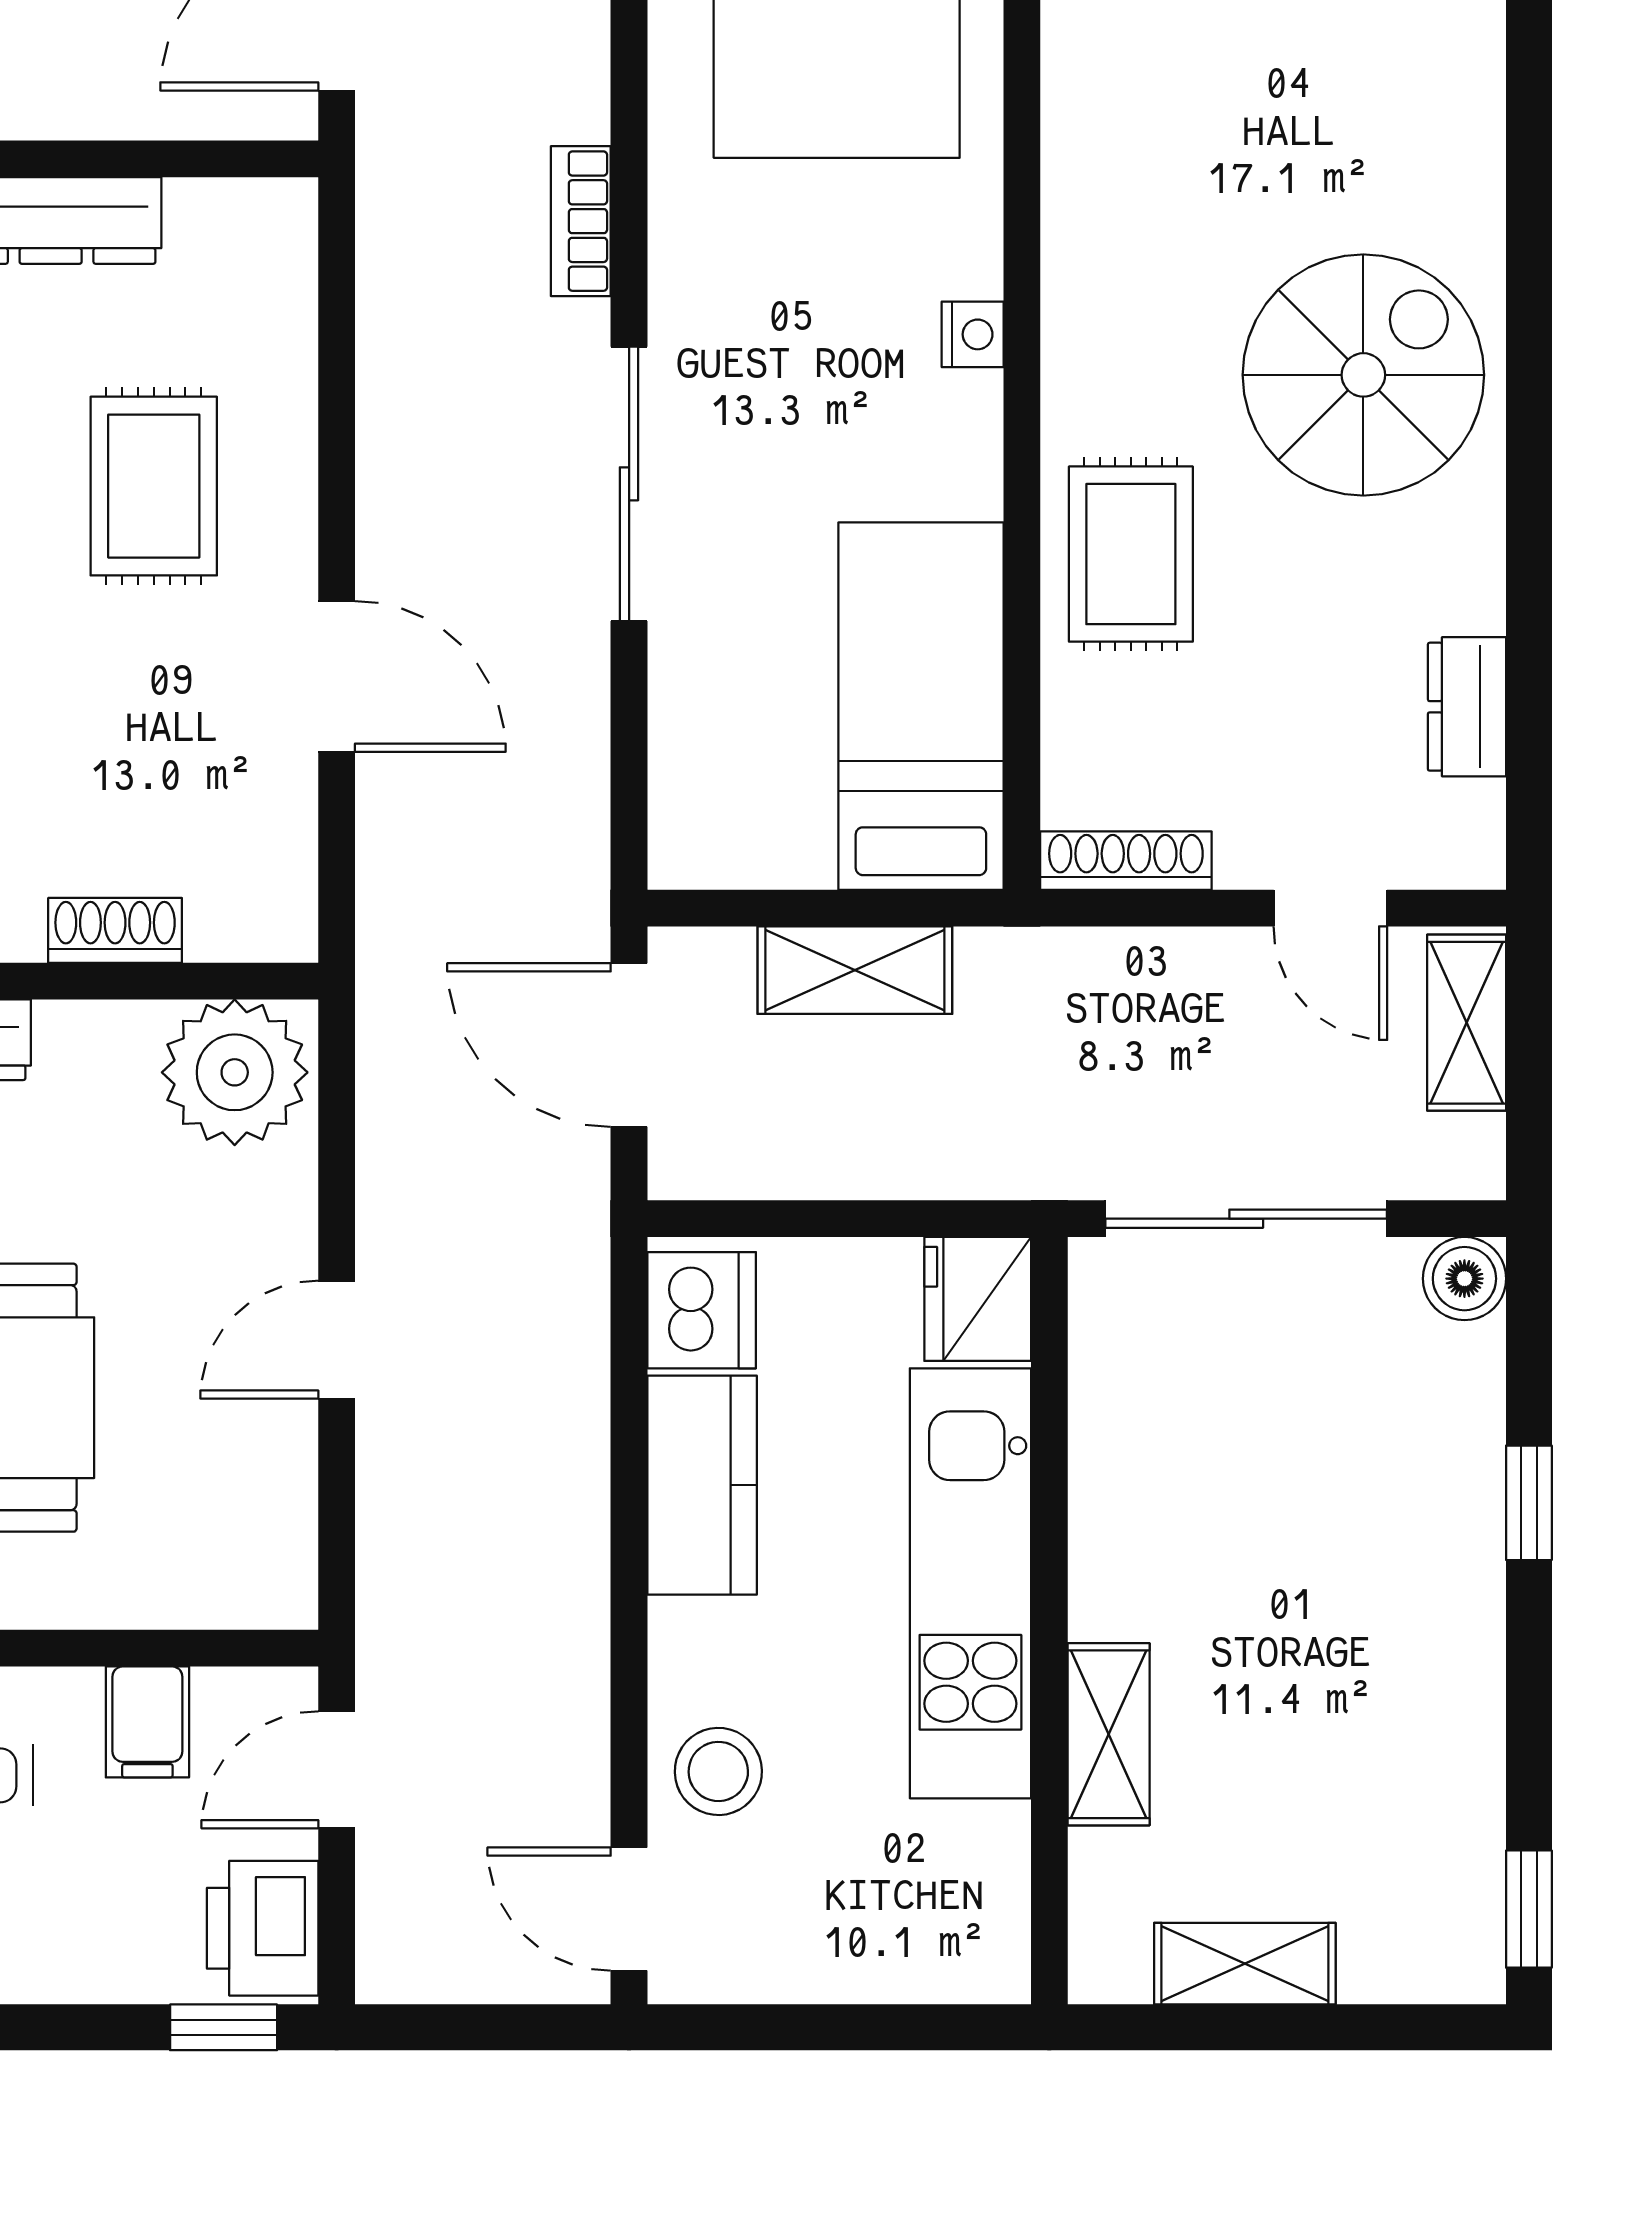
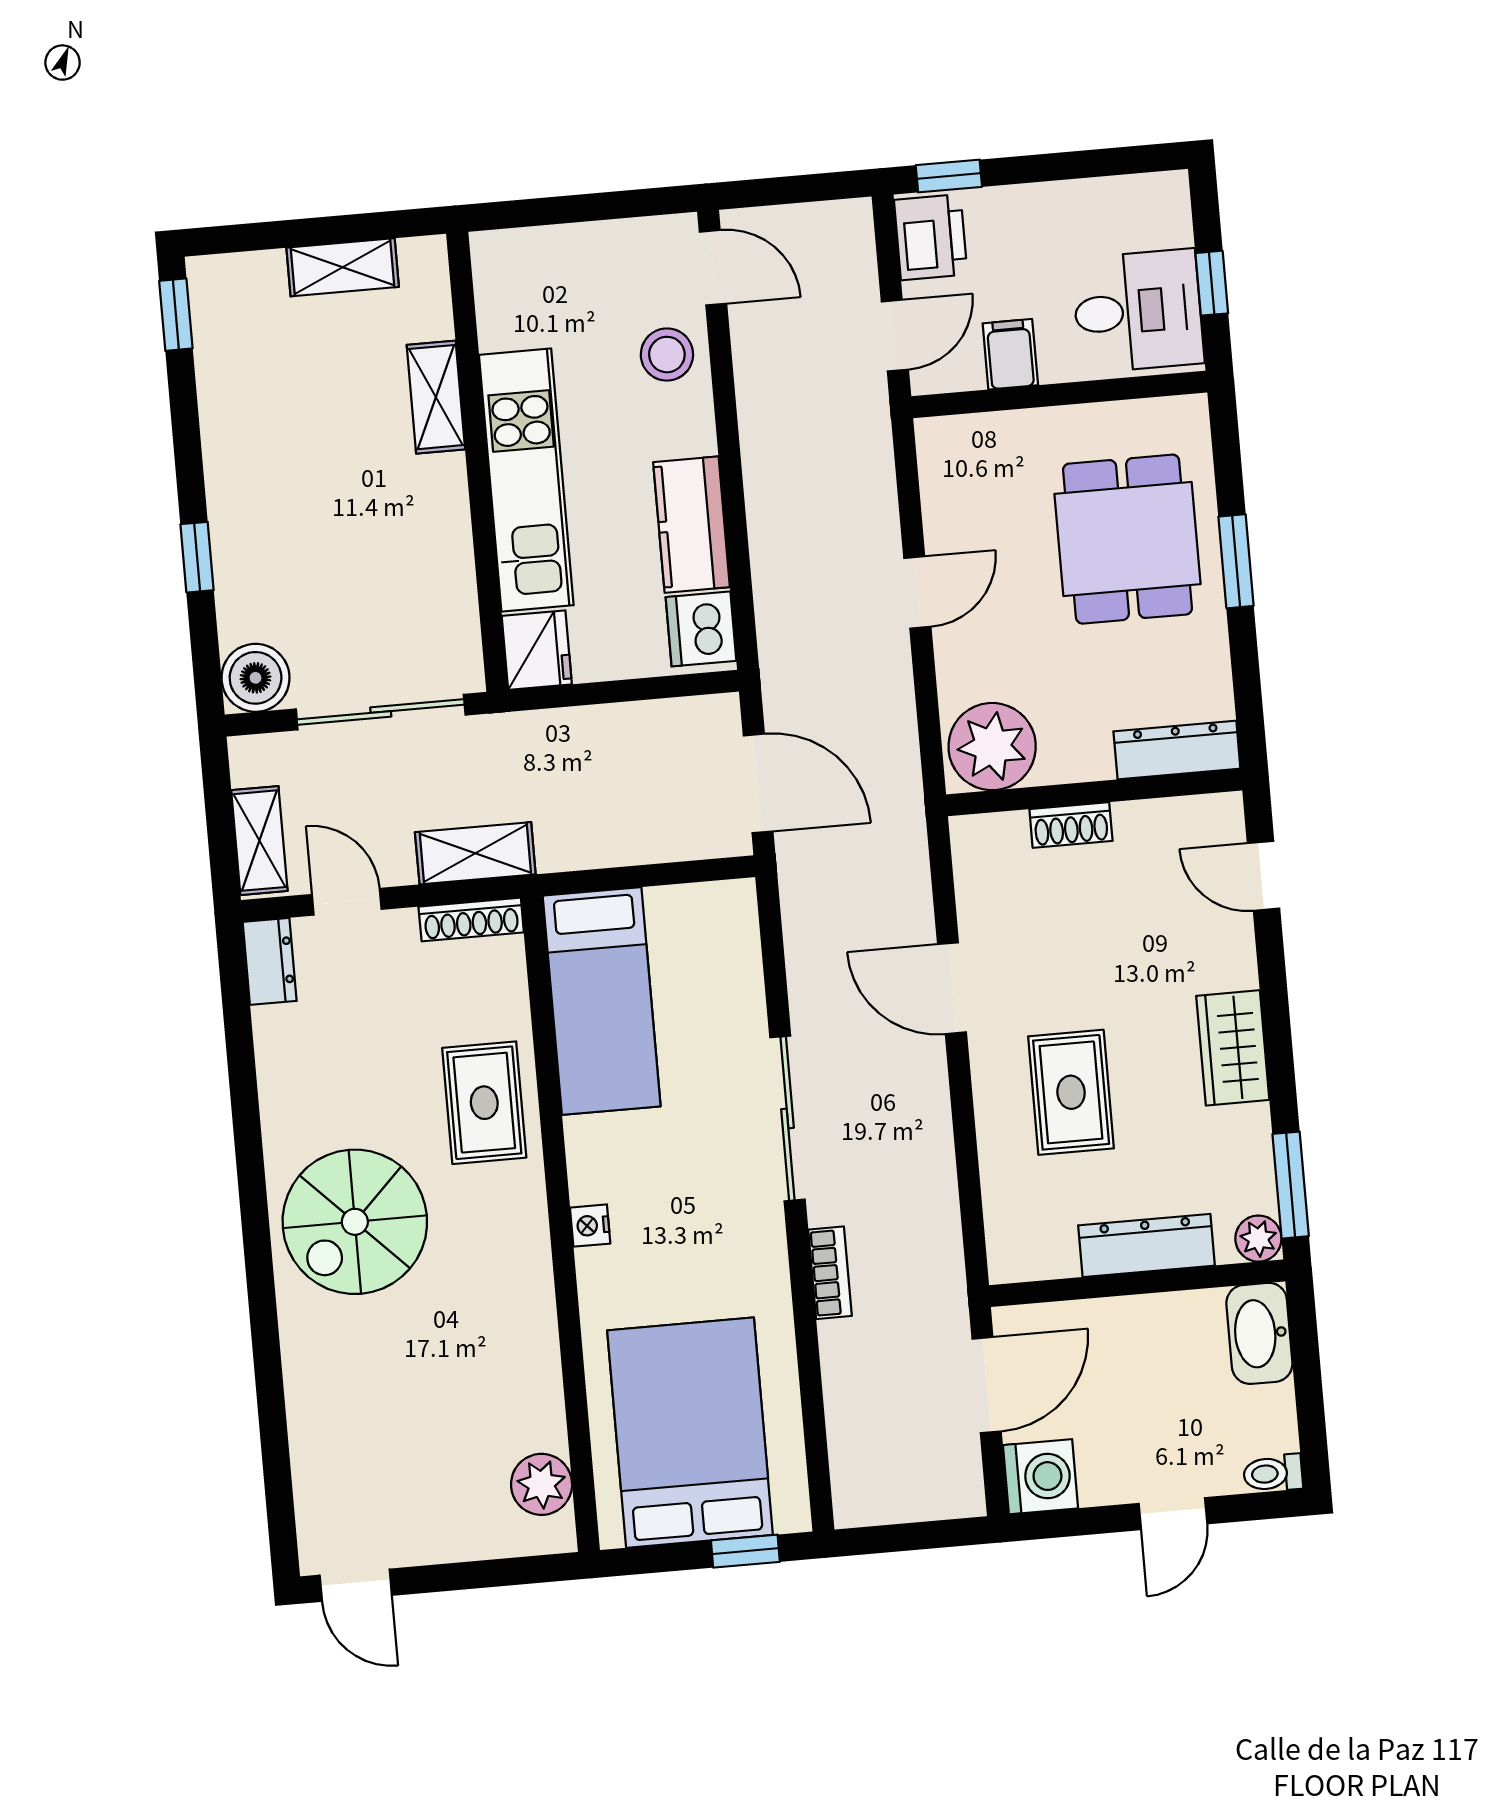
dresser: (1467, 707) -> (270, 961), moved
shelving: (855, 970) -> (475, 853), moved
boiler: (1464, 1279) -> (256, 678), width x1.36, depth x1.36

